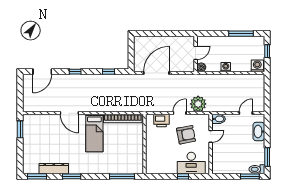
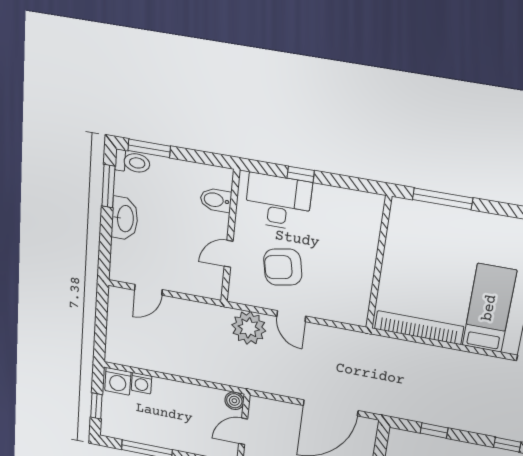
washing machine: (226, 67) -> (142, 383), moved
door: (180, 113) -> (291, 316), hinge flipped
bidet: (219, 119) -> (216, 200), moved
printer: (162, 121) -> (333, 307), removed
washbasin: (259, 131) -> (125, 219), moved

